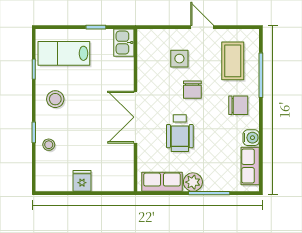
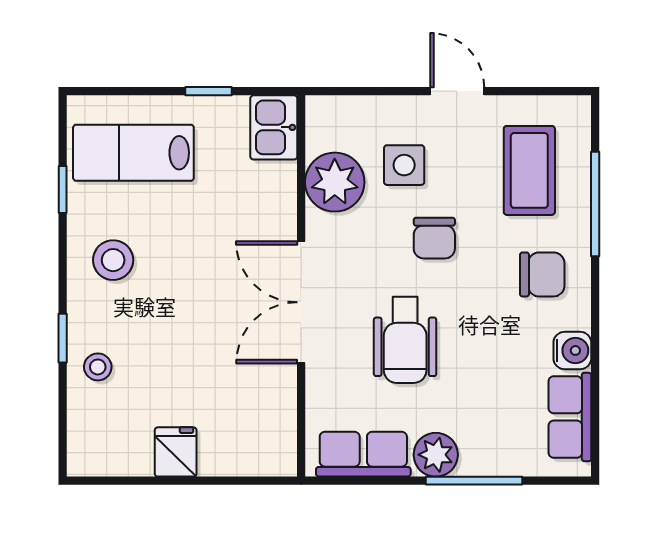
plant: (150, 66) -> (335, 182), added

